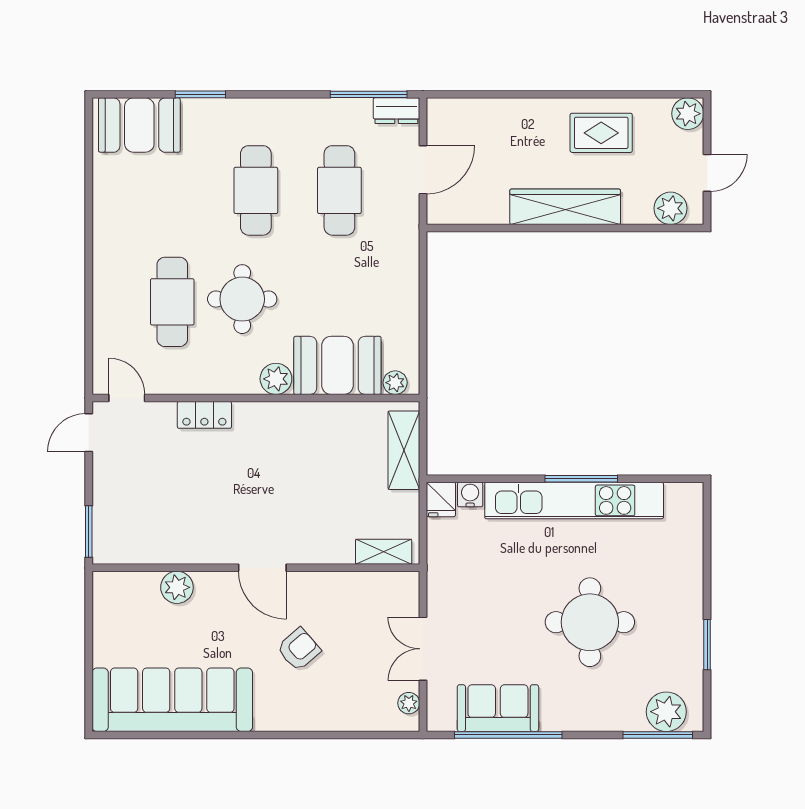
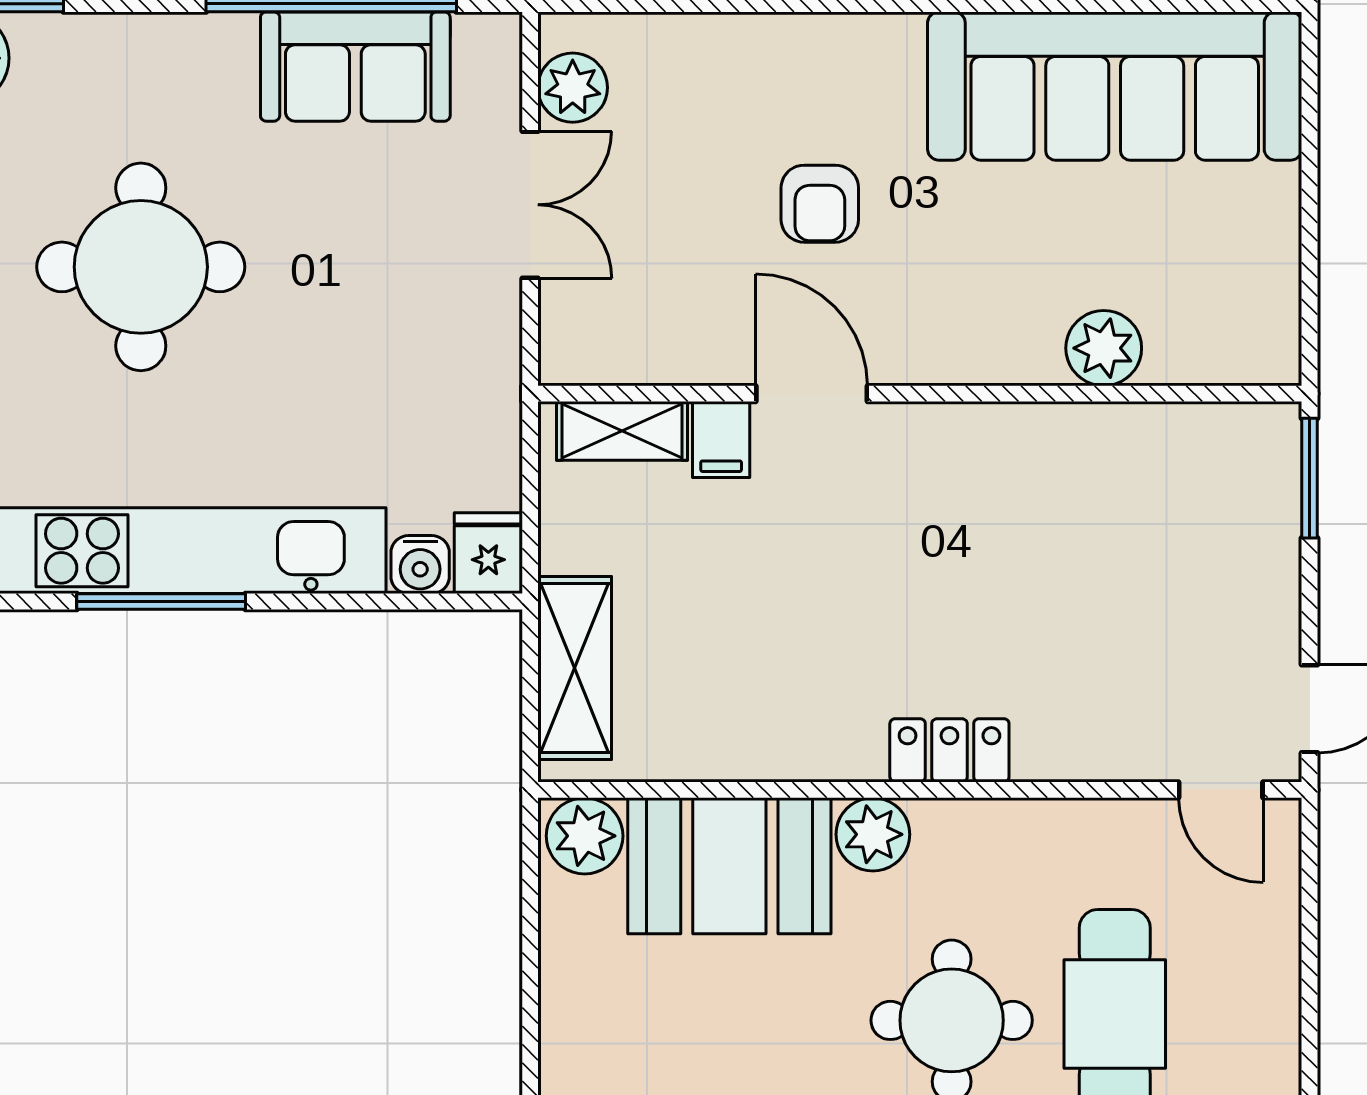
plant: (395, 383) -> (585, 836), width x1.38, depth x1.38
locker: (204, 415) -> (949, 750), moved
filing cabinet: (341, 548) -> (721, 440), added
door: (262, 568) -> (812, 394), moved
armchair: (299, 649) -> (820, 204), turned -49
plant: (409, 703) -> (573, 88), width x1.38, depth x1.38

